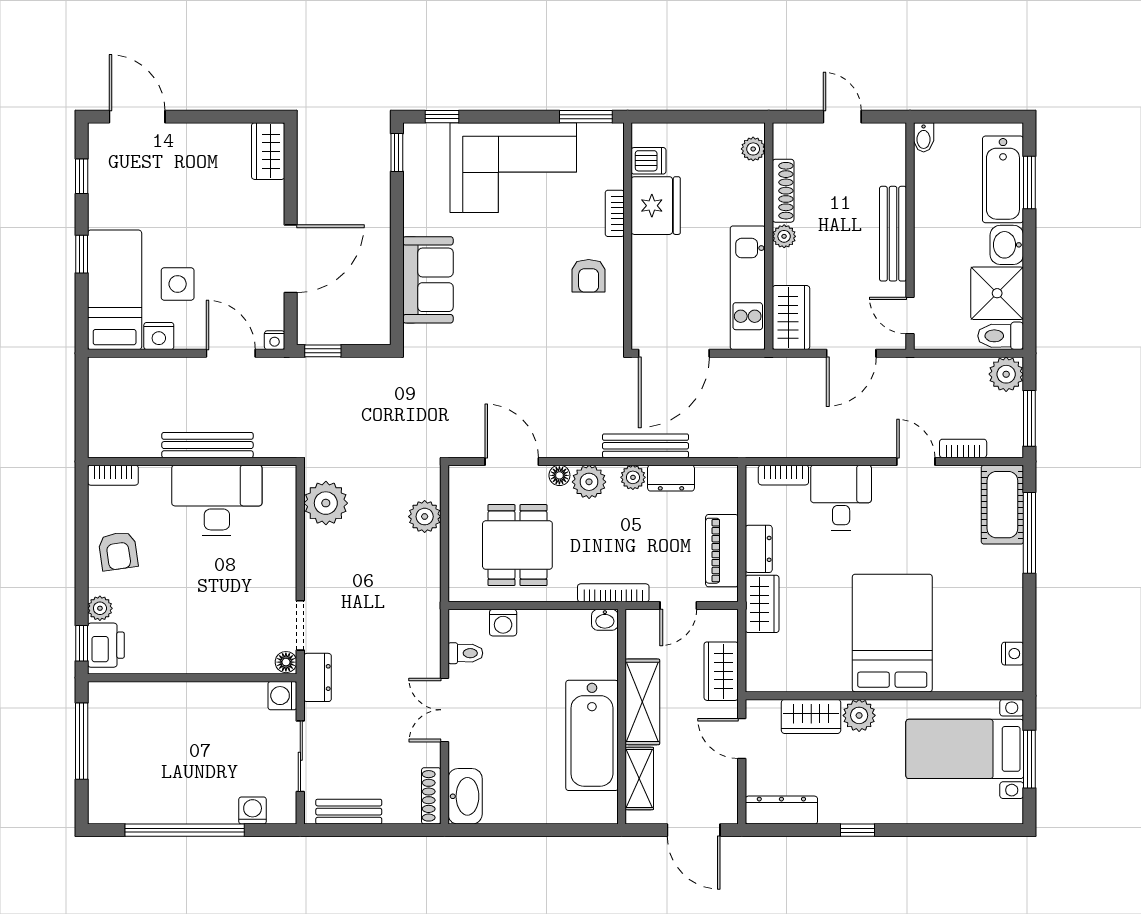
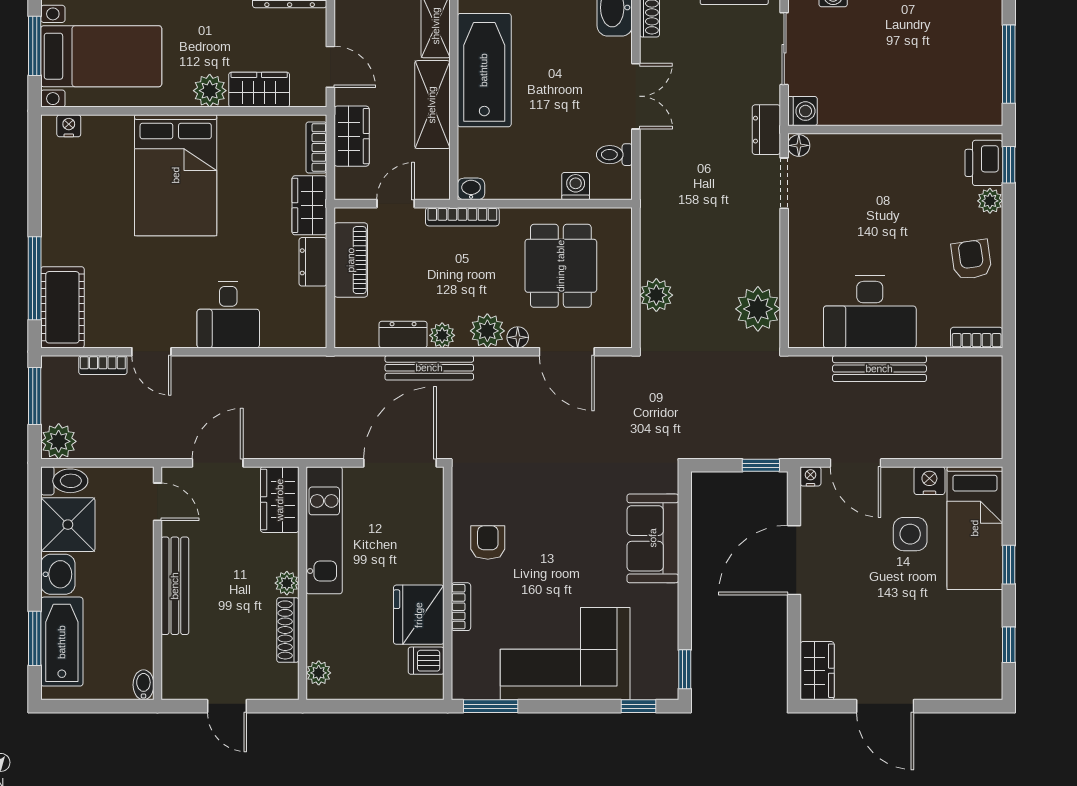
door: (137, 117) -> (885, 706), moved
bookcase: (783, 475) -> (316, 147), moved, turned -90
nightstand: (1013, 654) -> (69, 126), moved, turned 90

